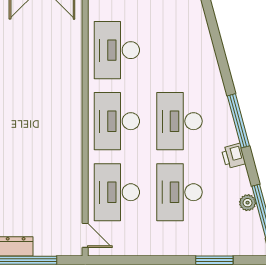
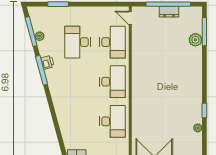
desk: (179, 121) -> (78, 82), removed
window: (238, 121) -> (42, 70), moved
desk: (179, 192) -> (78, 42), turned 180

